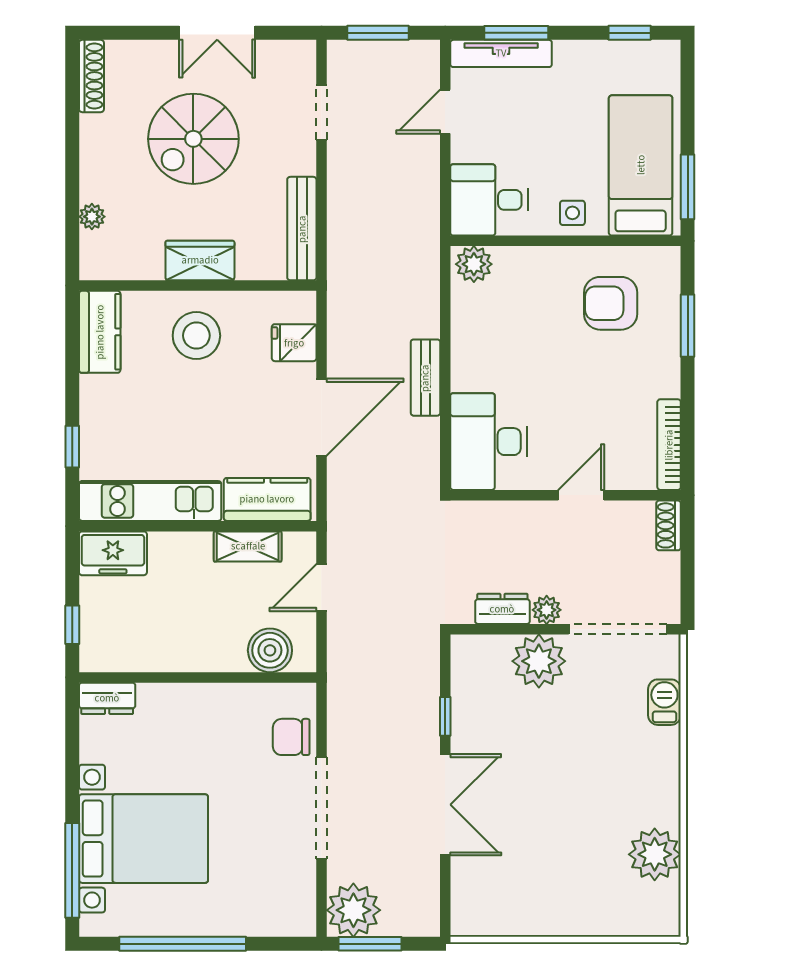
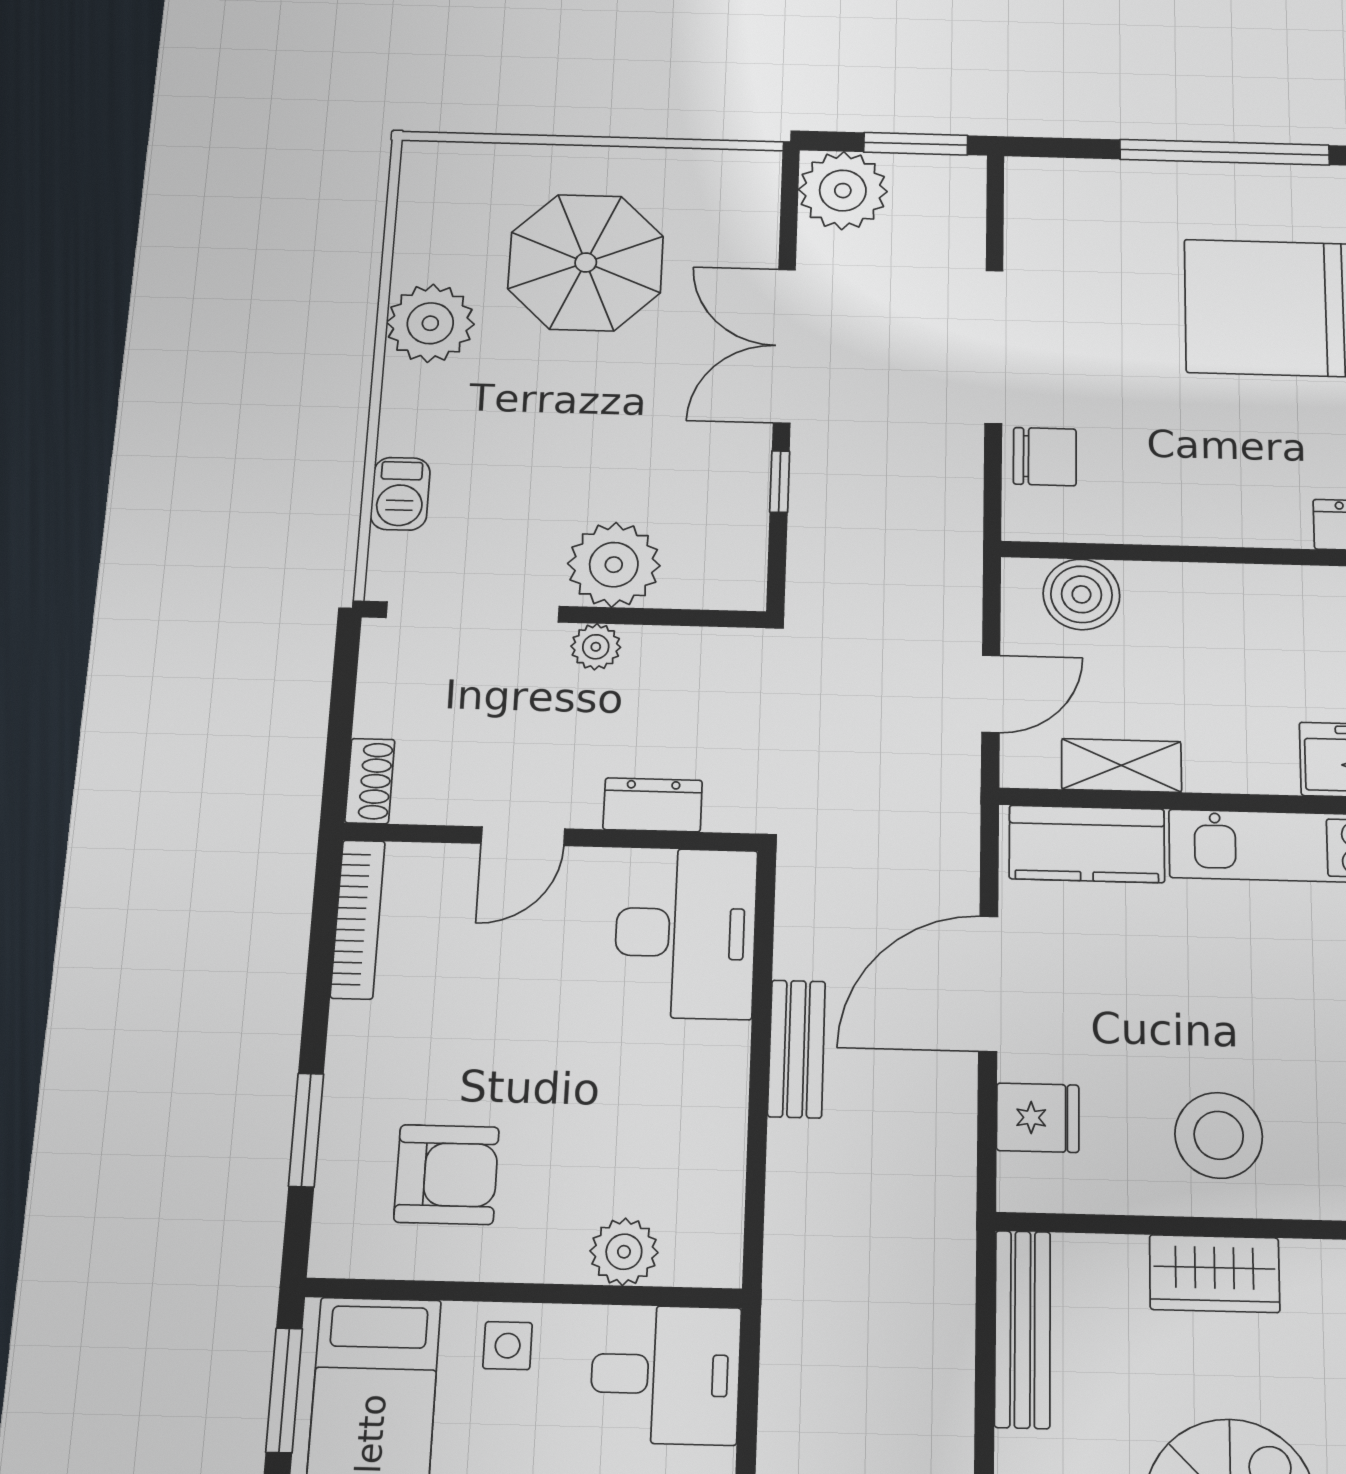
plant: (474, 264) -> (624, 1252), moved
dresser: (502, 609) -> (653, 805), moved, turned 180
plant: (655, 854) -> (430, 323), moved
parasol: (565, 857) -> (586, 262), added
plant: (353, 910) -> (843, 191), moved

